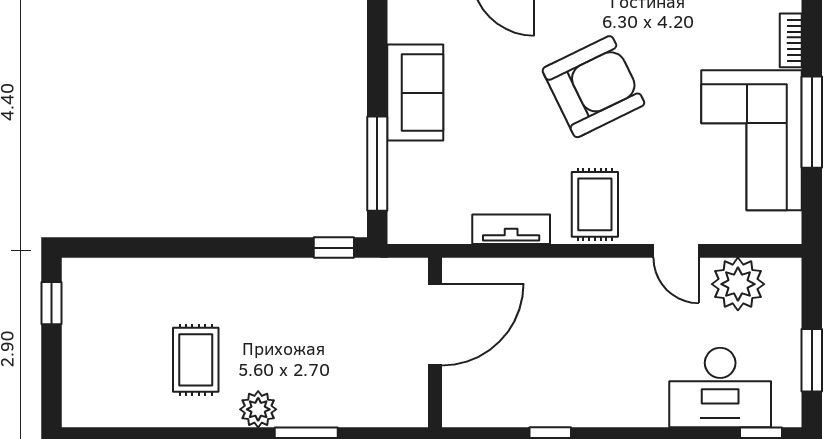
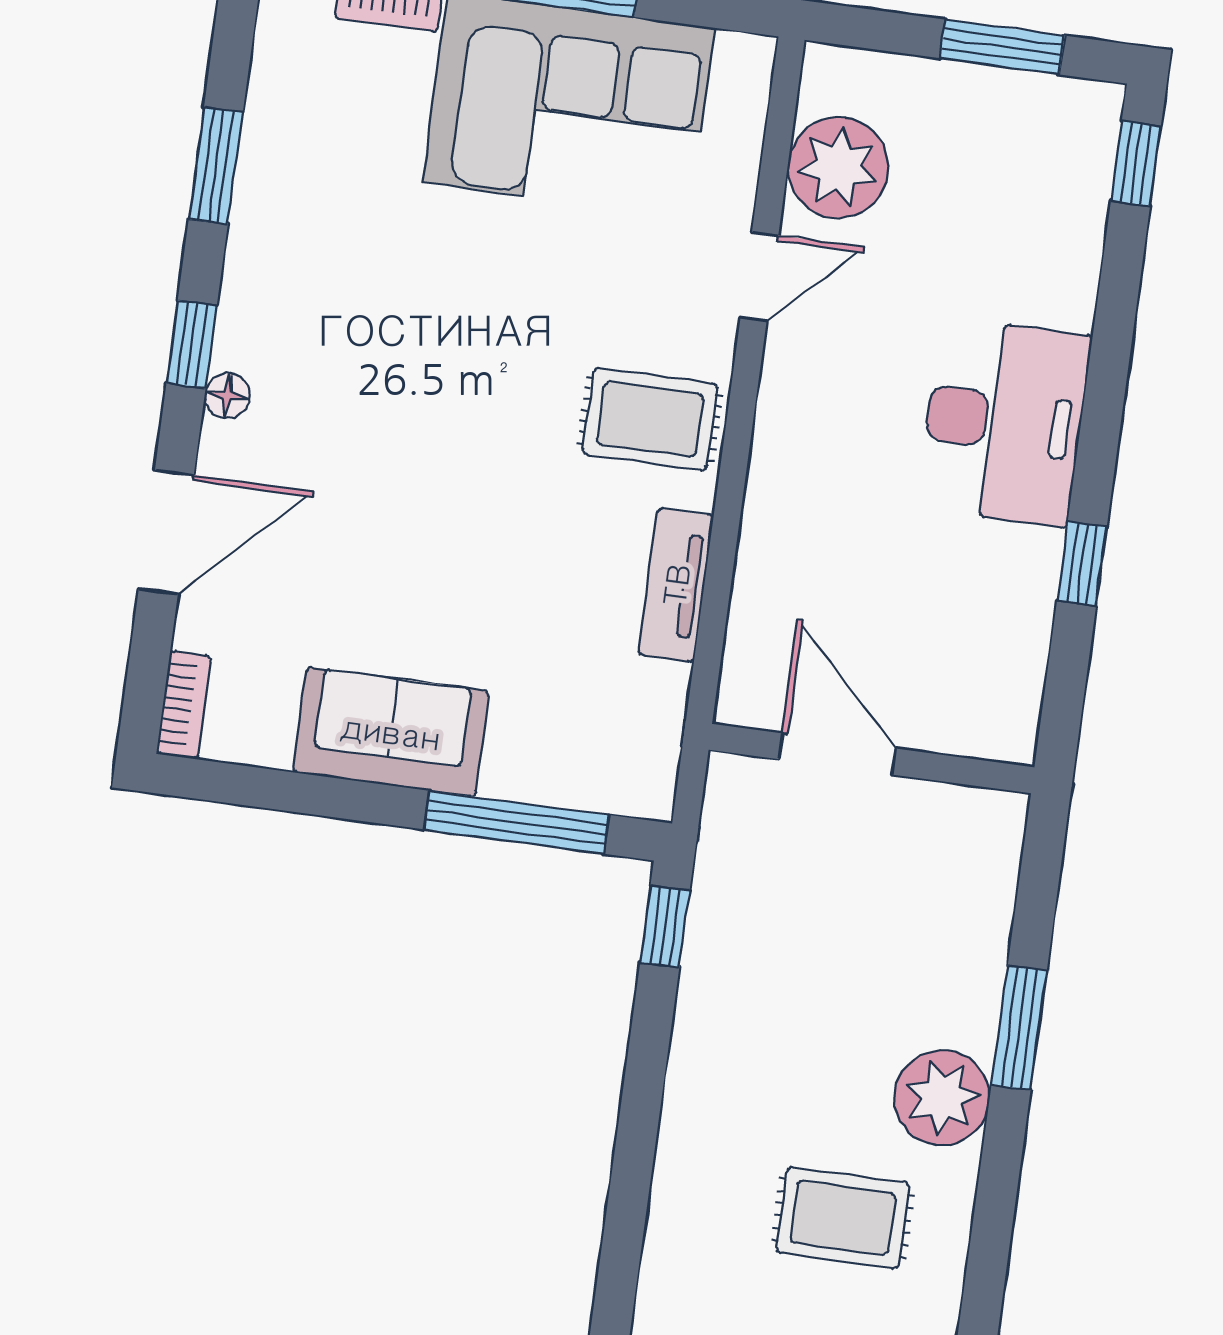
armchair: (593, 87) -> (426, 392), removed
door: (435, 325) -> (837, 754), width x0.73
desk: (720, 388) -> (1004, 422), moved
plant: (258, 409) -> (942, 1098), width x1.36, depth x1.36

